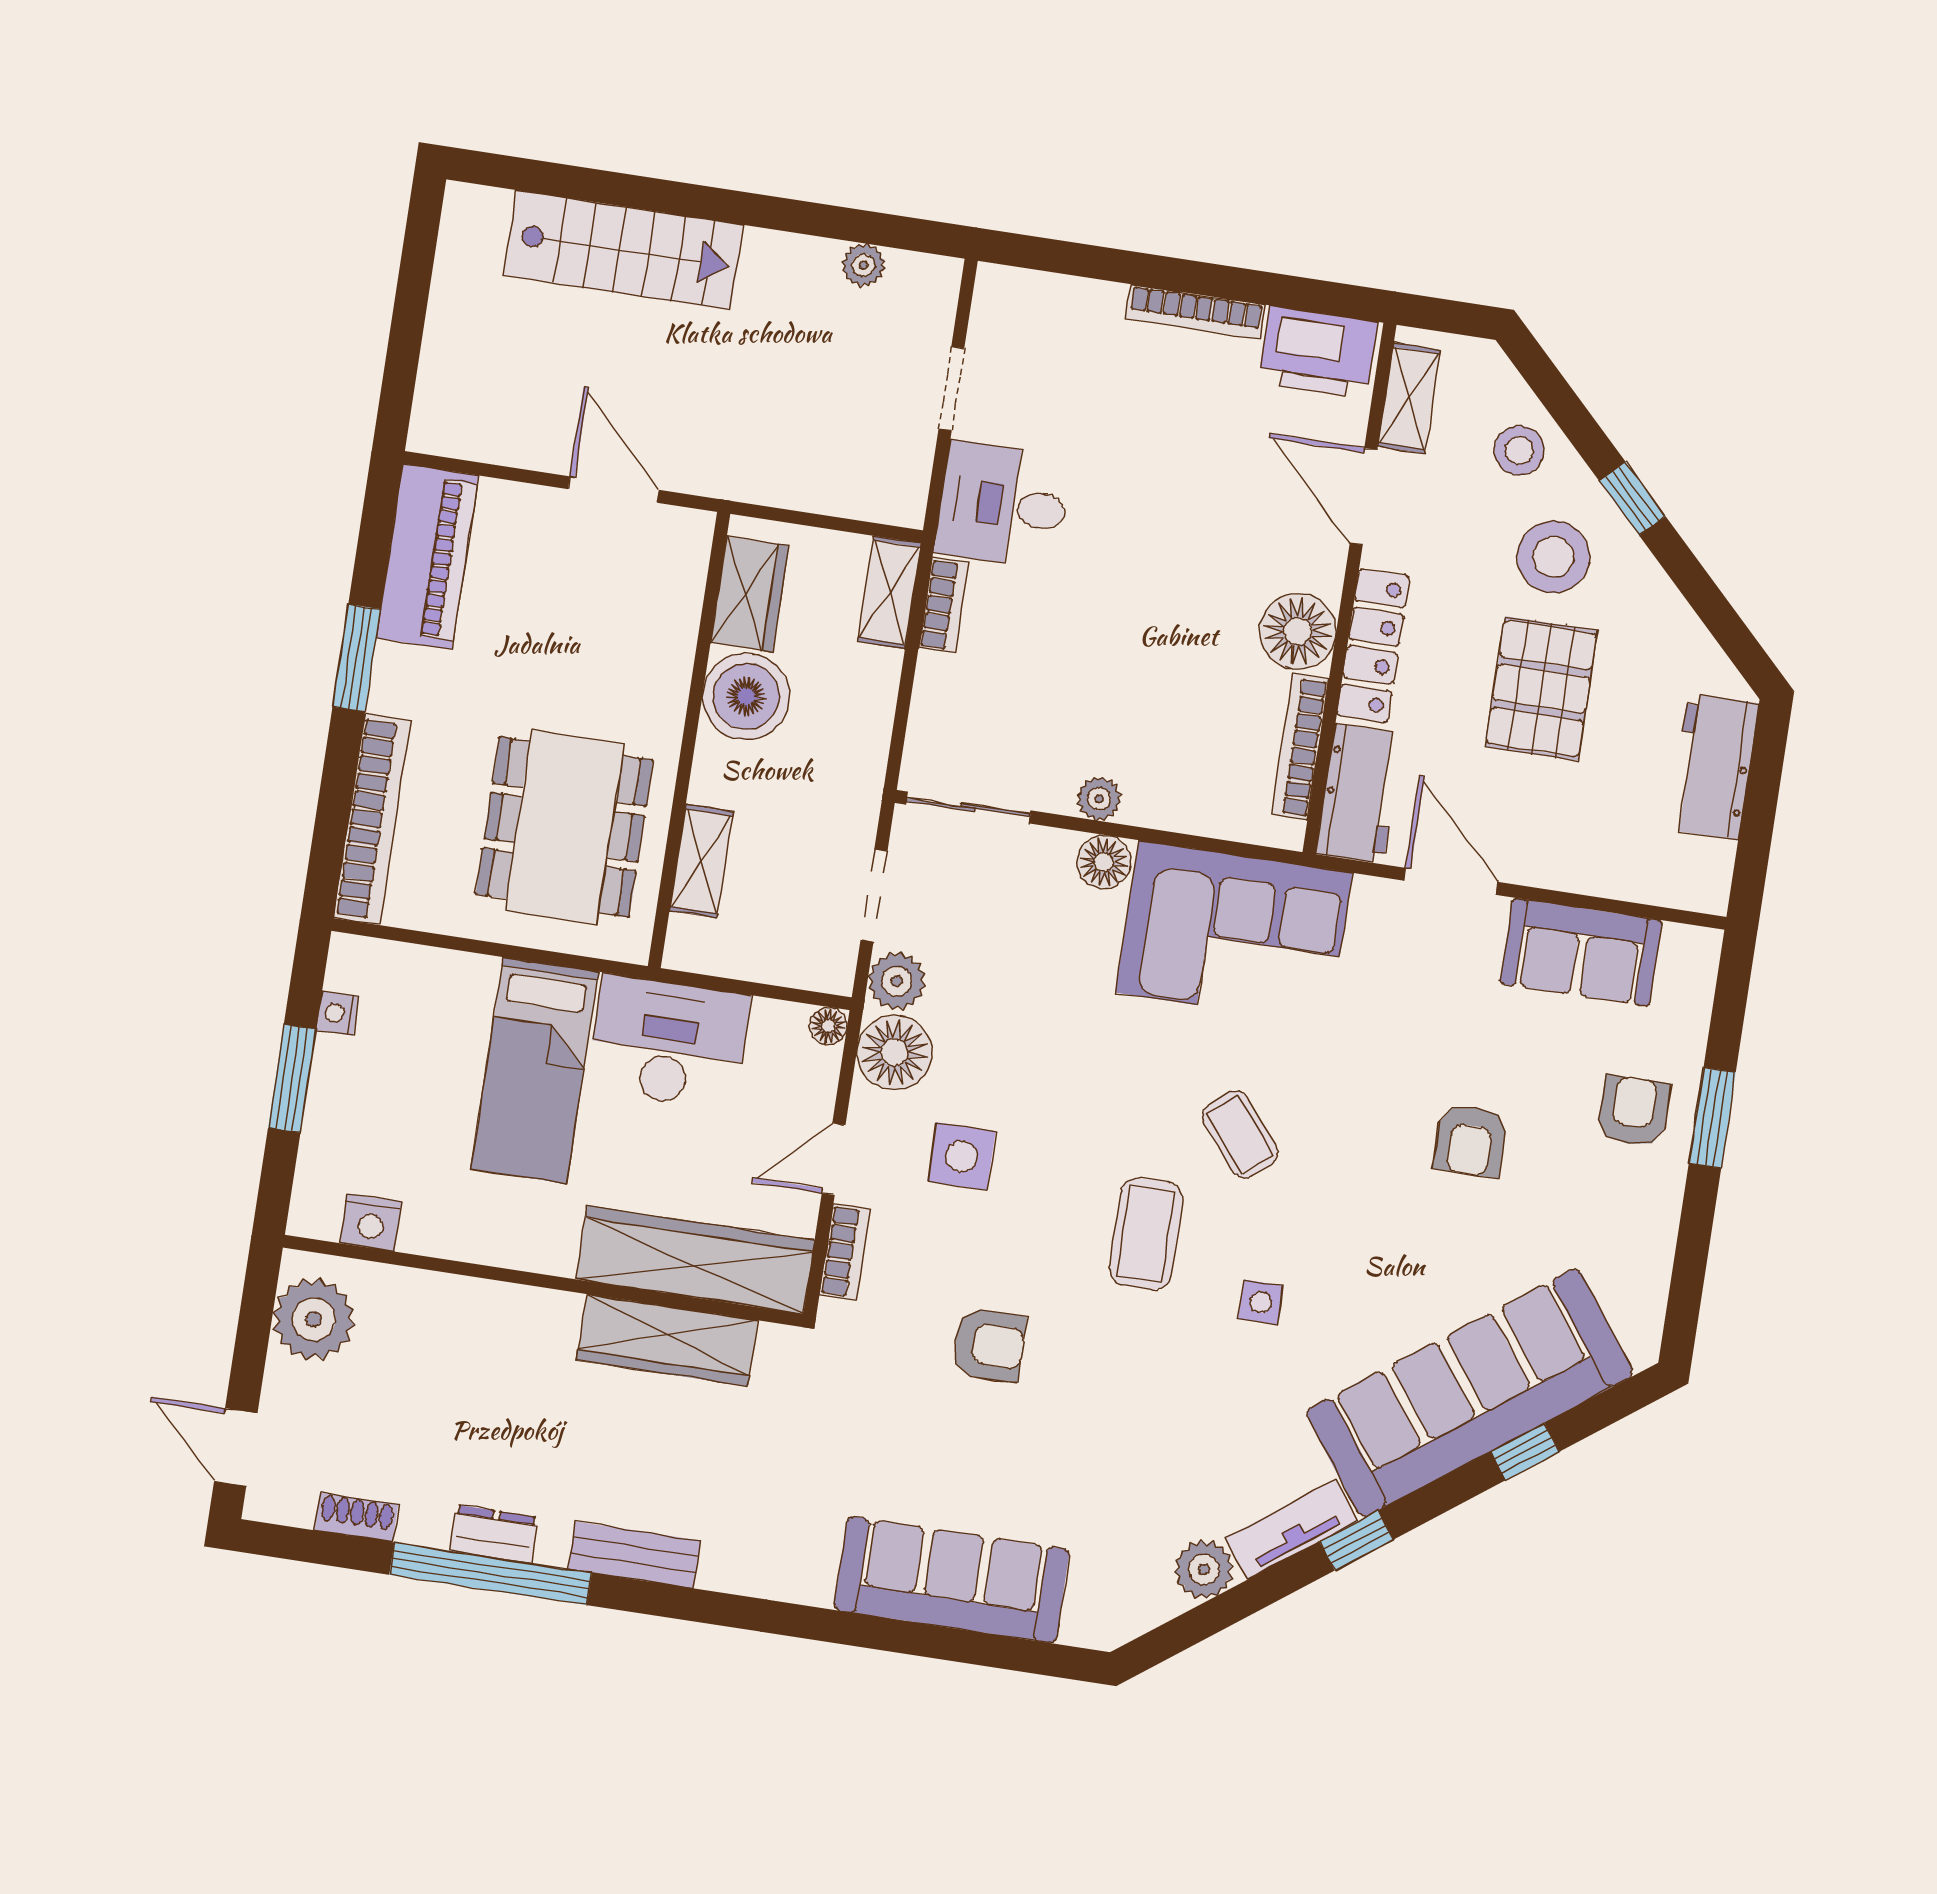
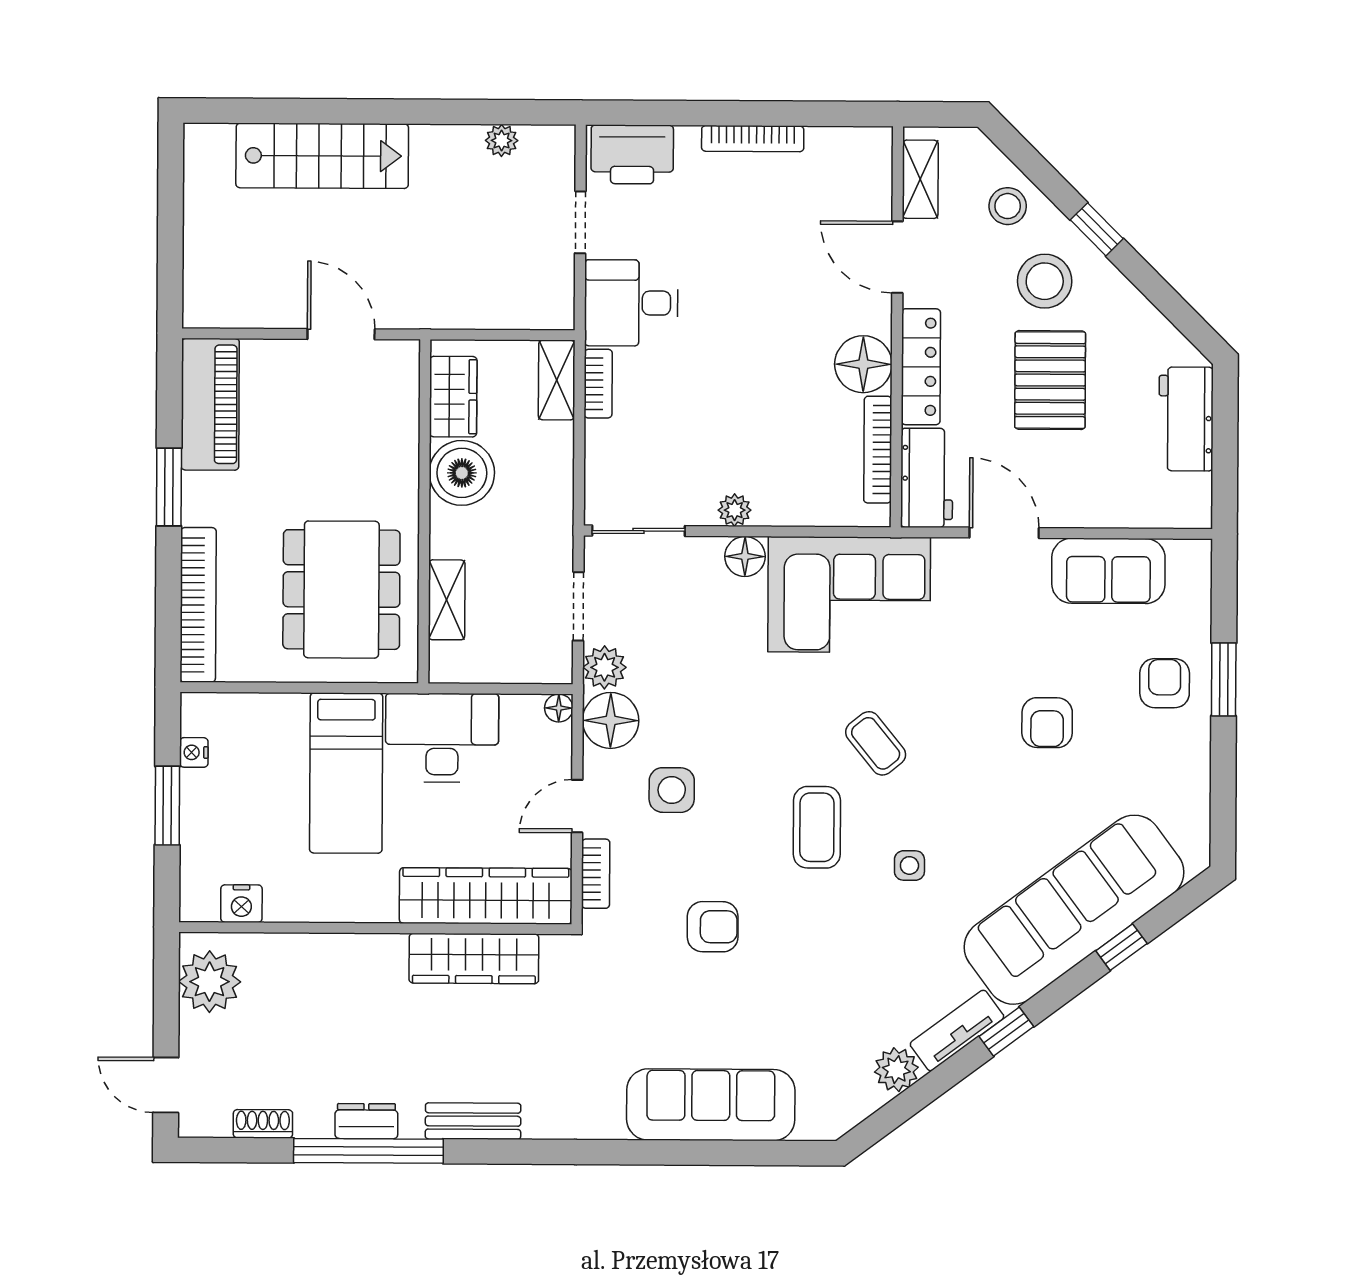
printer: (1318, 353) -> (632, 154), moved

